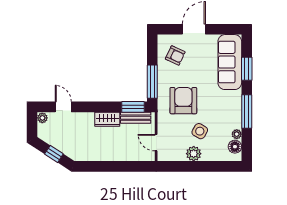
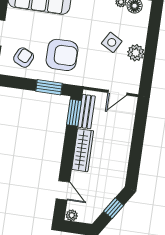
window: (152, 82) -> (49, 87), width x0.69
armchair: (183, 101) -> (62, 55), moved, turned 180
door: (63, 107) -> (63, 190), swing flipped
wardrobe: (107, 119) -> (83, 150), width x1.50

